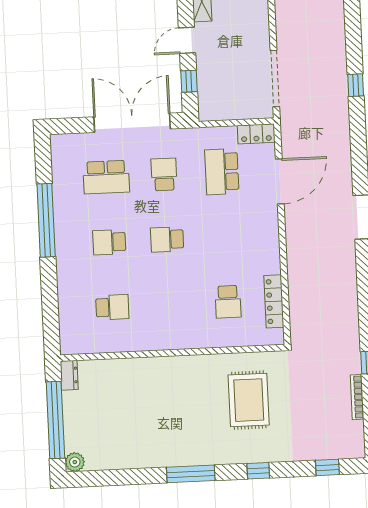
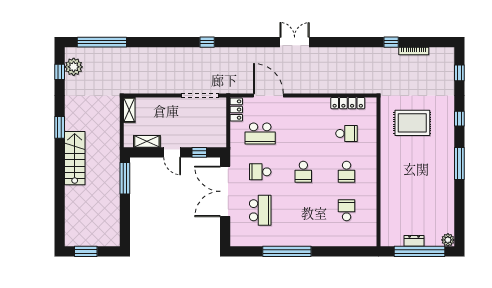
school desk: (109, 242) -> (347, 172), moved
dresser: (69, 375) -> (414, 241), moved

